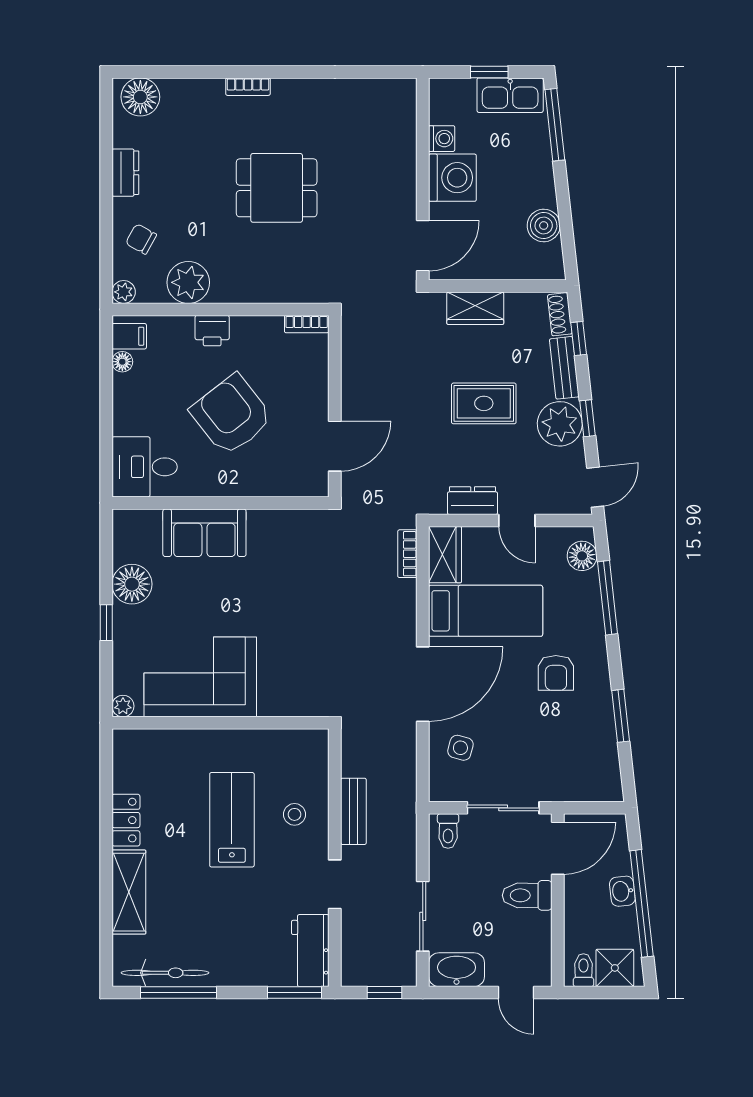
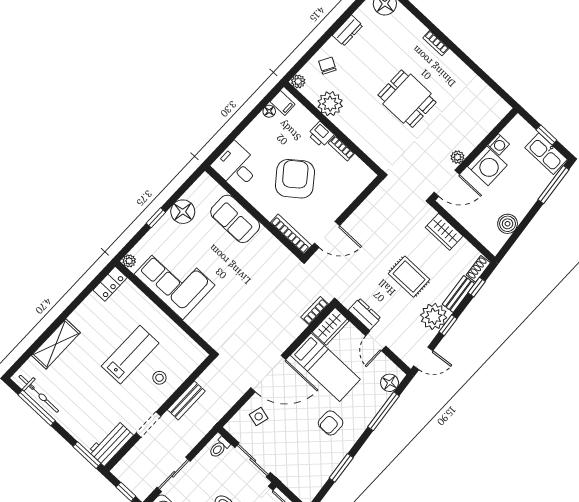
plant: (406, 201) -> (457, 157), added
bookcase: (307, 324) -> (341, 148), moved
bookcase: (290, 487) -> (291, 234), added
locker: (126, 820) -> (110, 284), moved

